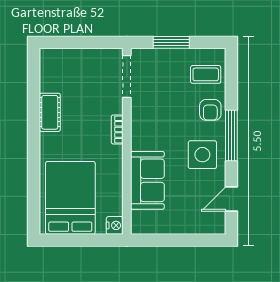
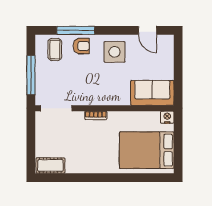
window: (171, 42) -> (31, 75), width x1.44
cot: (50, 112) -> (50, 166), moved
window: (231, 135) -> (76, 30), moved
sofa: (147, 180) -> (152, 93), moved

